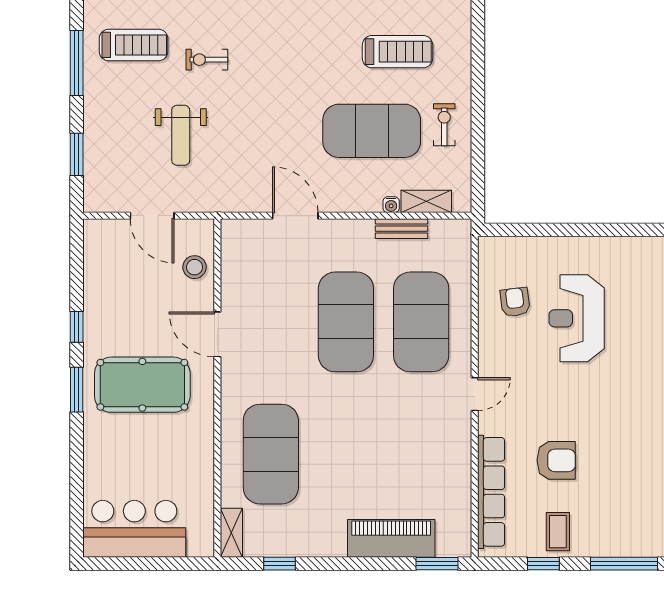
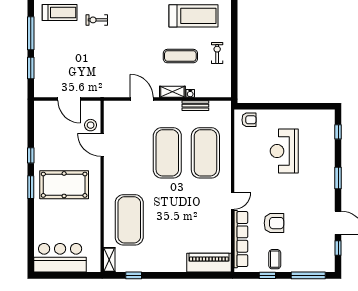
treadmill: (398, 52) -> (193, 16), width x1.37, depth x1.38
window: (77, 63) -> (31, 33), moved
exercise mat: (372, 131) -> (180, 56), width x0.50, depth x0.69
weight bench: (181, 135) -> (84, 58), removed
shelving: (426, 201) -> (172, 92), moved
armchair: (515, 302) -> (249, 120), moved, turned 97
door: (217, 334) -> (102, 145), moved
door: (475, 394) -> (233, 201), moved
piano: (391, 538) -> (209, 263), moved
window: (437, 564) -> (213, 275), removed

